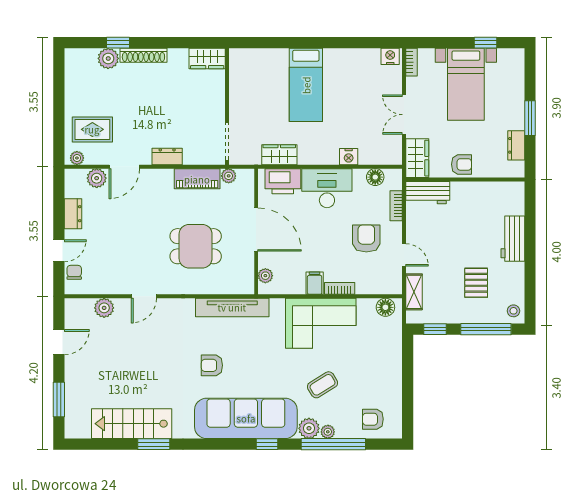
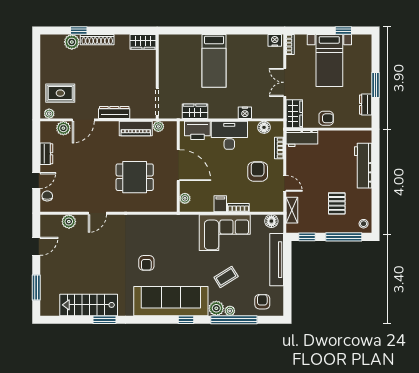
dresser: (167, 156) -> (114, 113), width x1.44
workbench: (513, 239) -> (363, 166), width x1.38
tv unit: (232, 307) -> (277, 260), moved, turned 90
armchair: (212, 365) -> (146, 263), turned -90
armchair: (373, 419) -> (262, 302), turned 90

